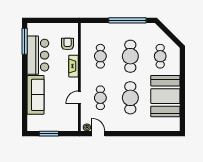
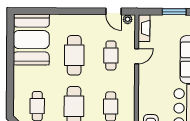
fireplace: (73, 66) -> (144, 28), moved
booth: (165, 96) -> (31, 40), moved

